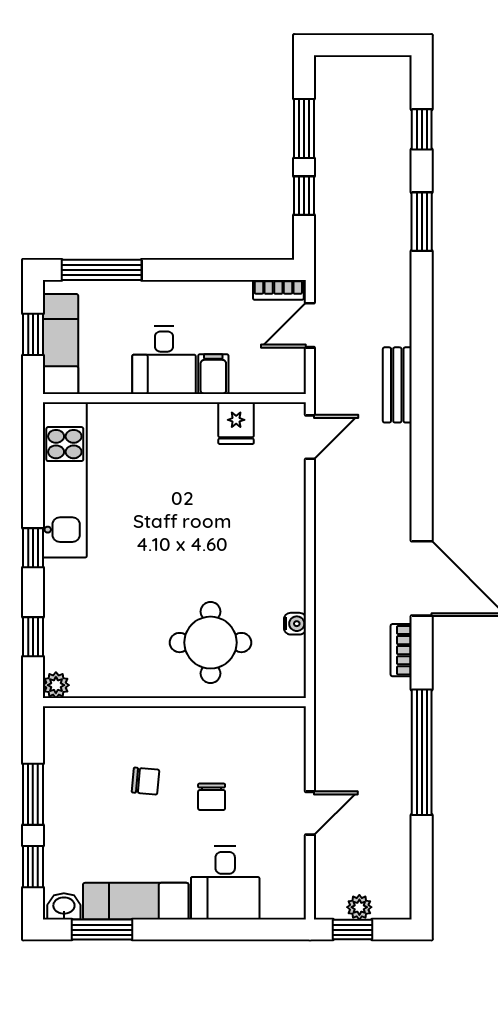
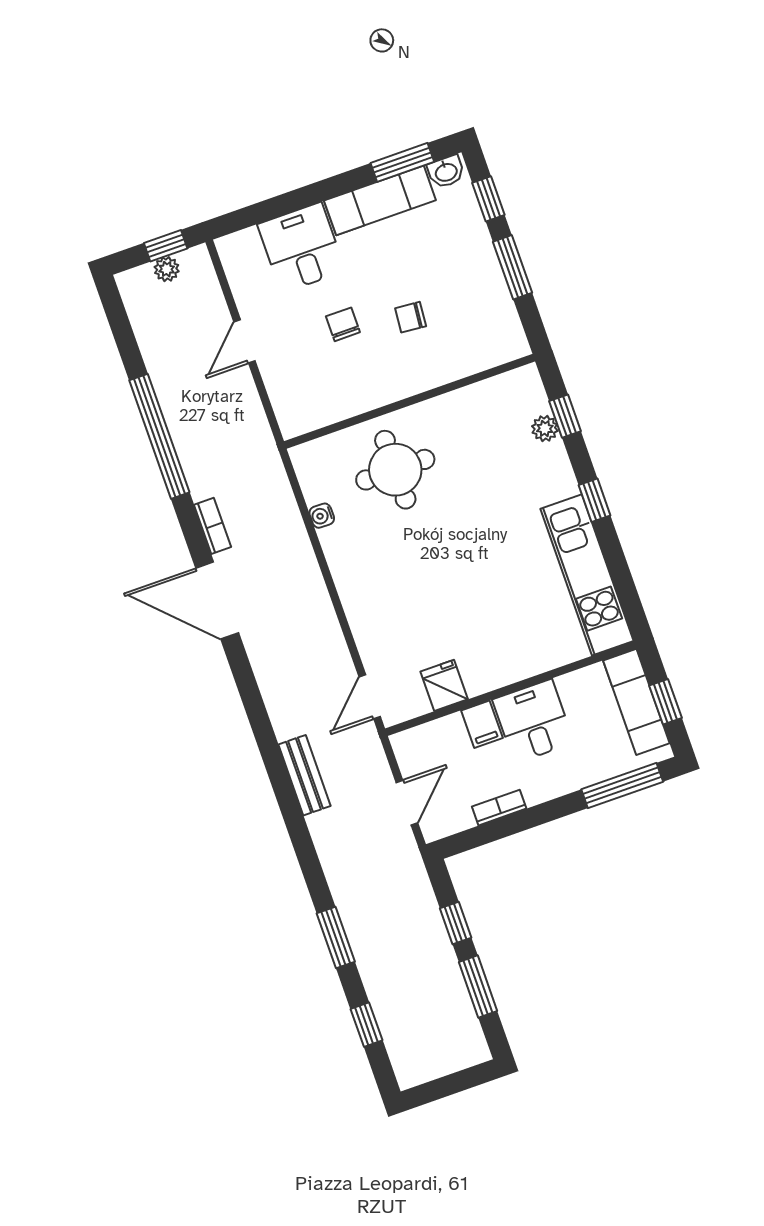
bookcase: (278, 290) -> (499, 808), moved
plant: (56, 685) -> (545, 428), moved

